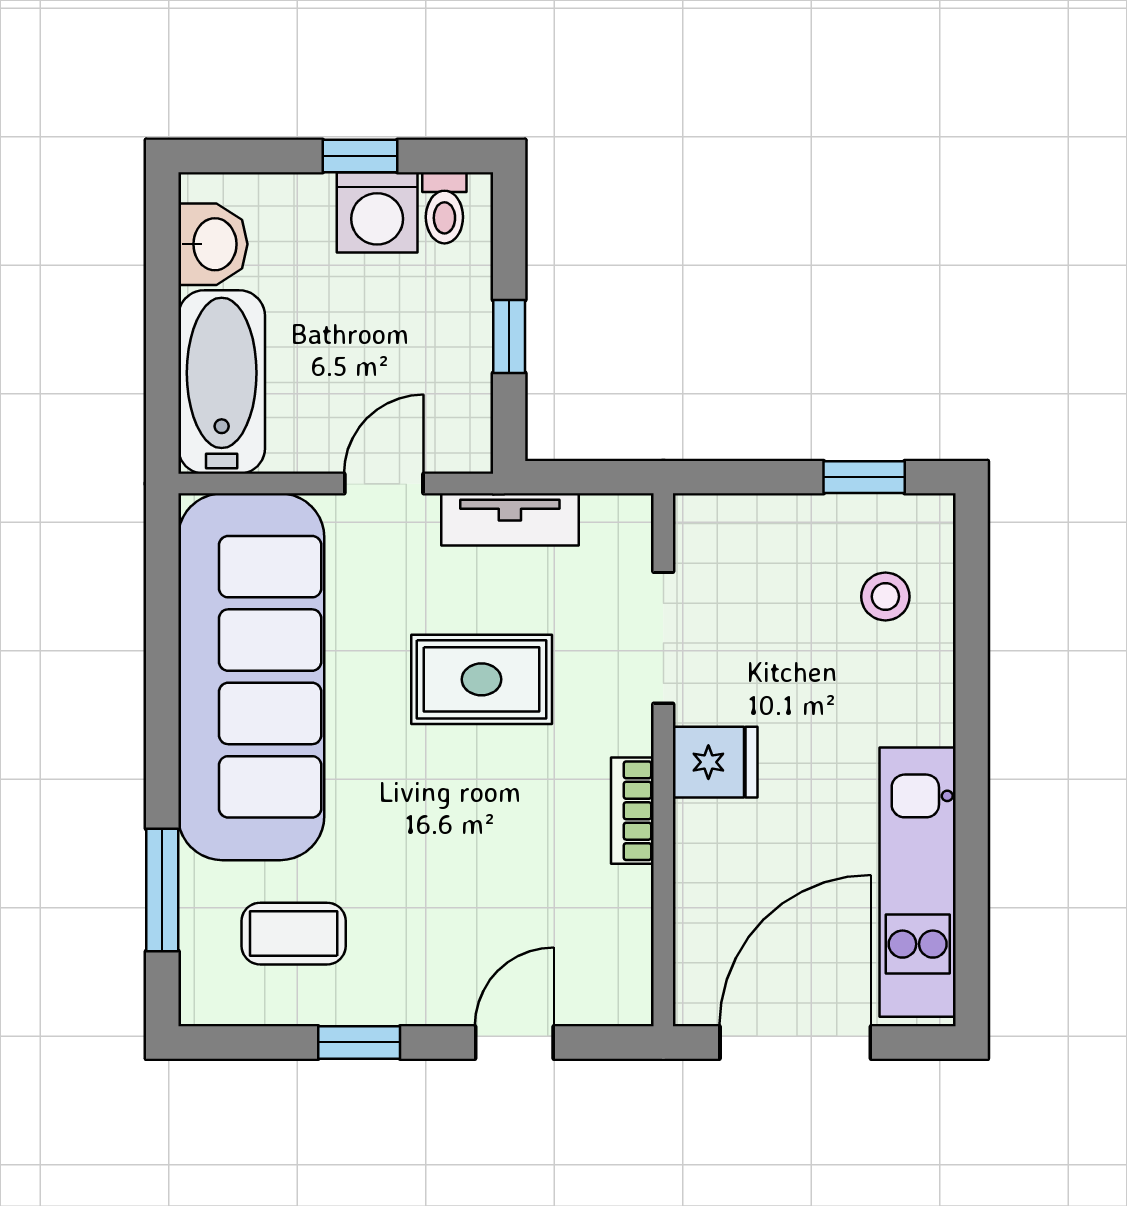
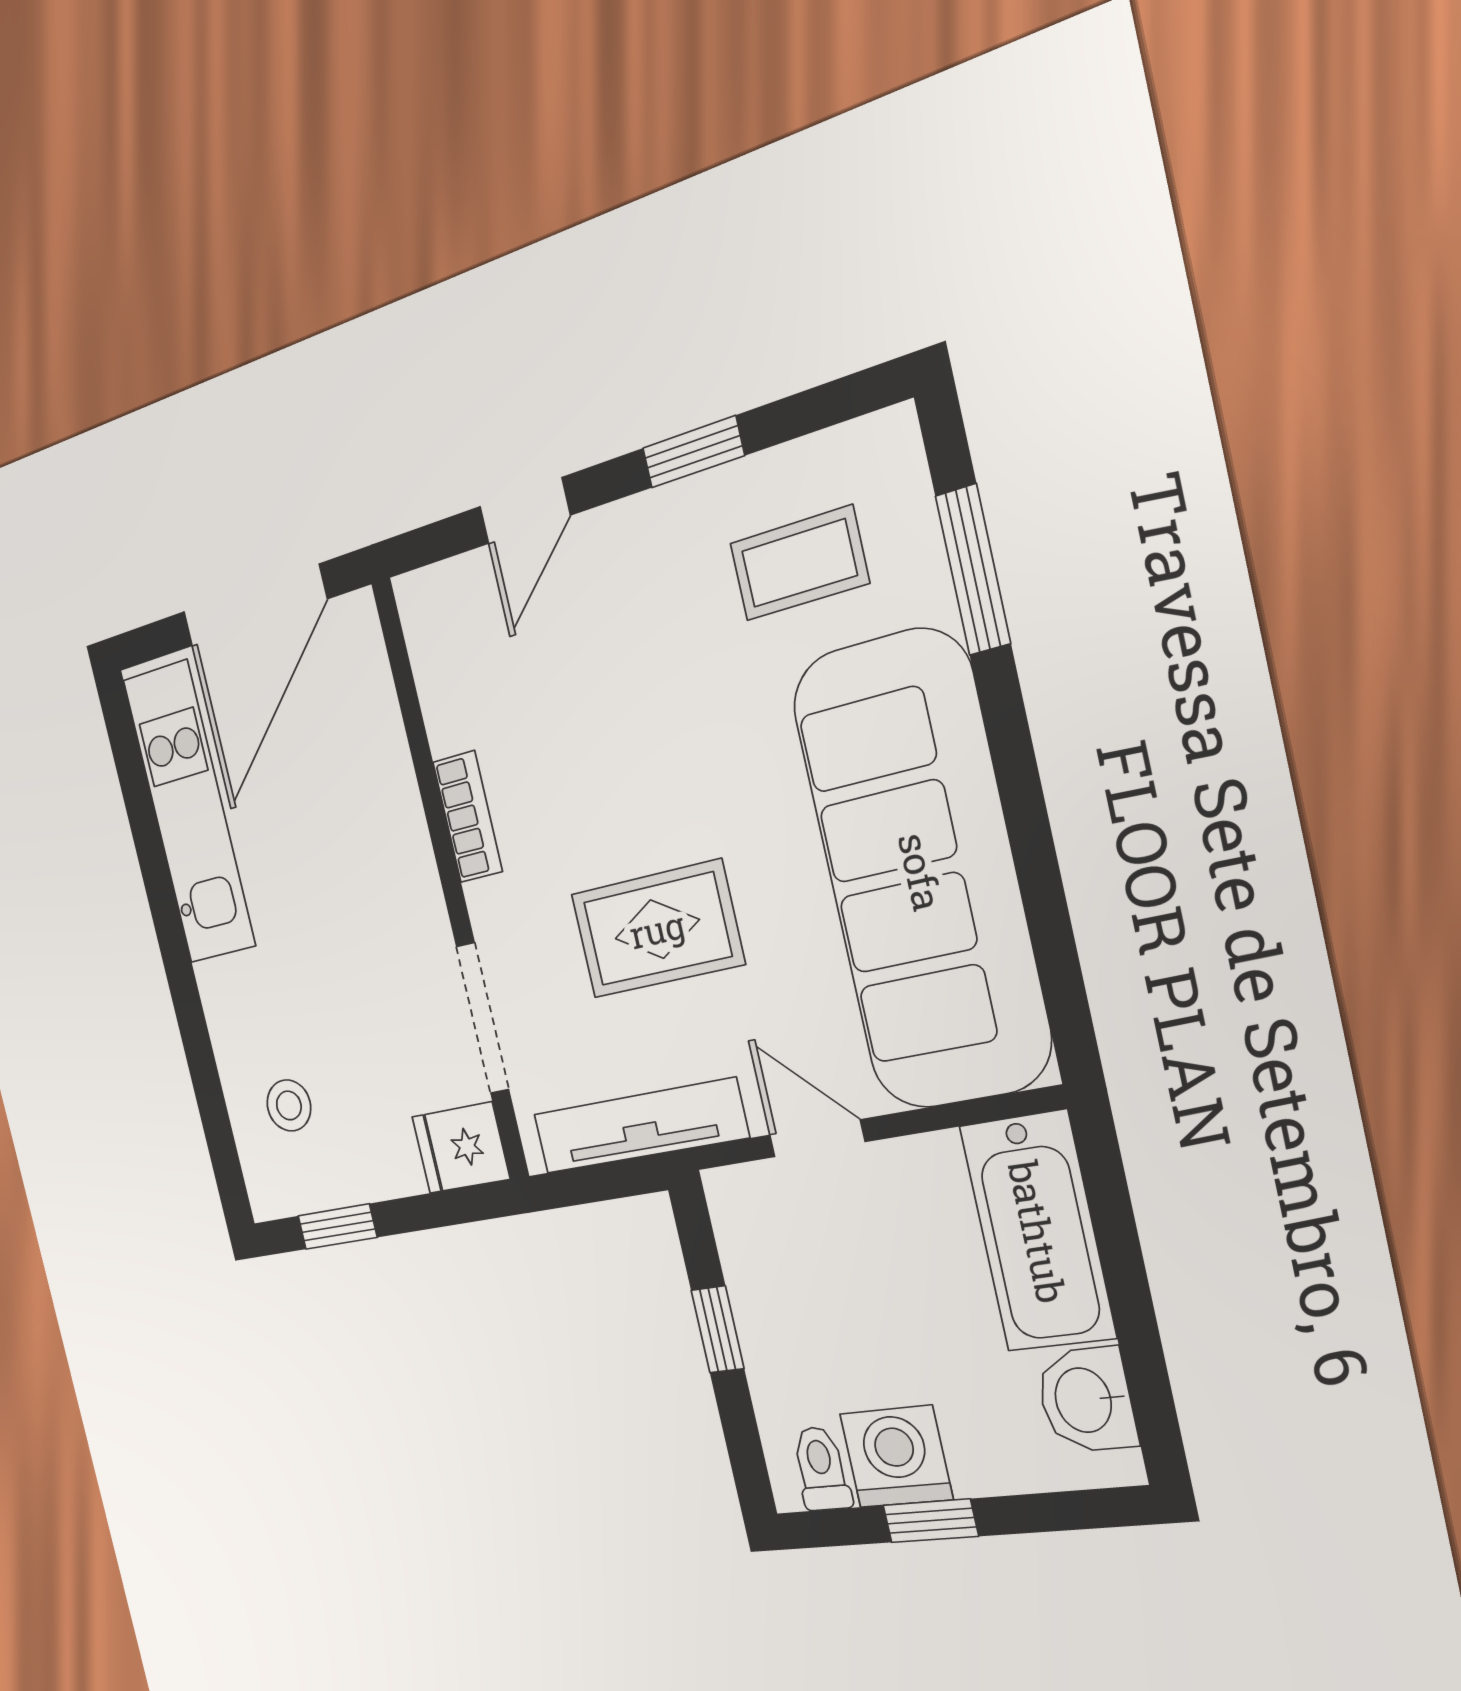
door: (384, 484) -> (817, 1138), swing flipped
tv unit: (510, 519) -> (640, 1126), width x1.41
fridge: (715, 762) -> (461, 1148), moved

